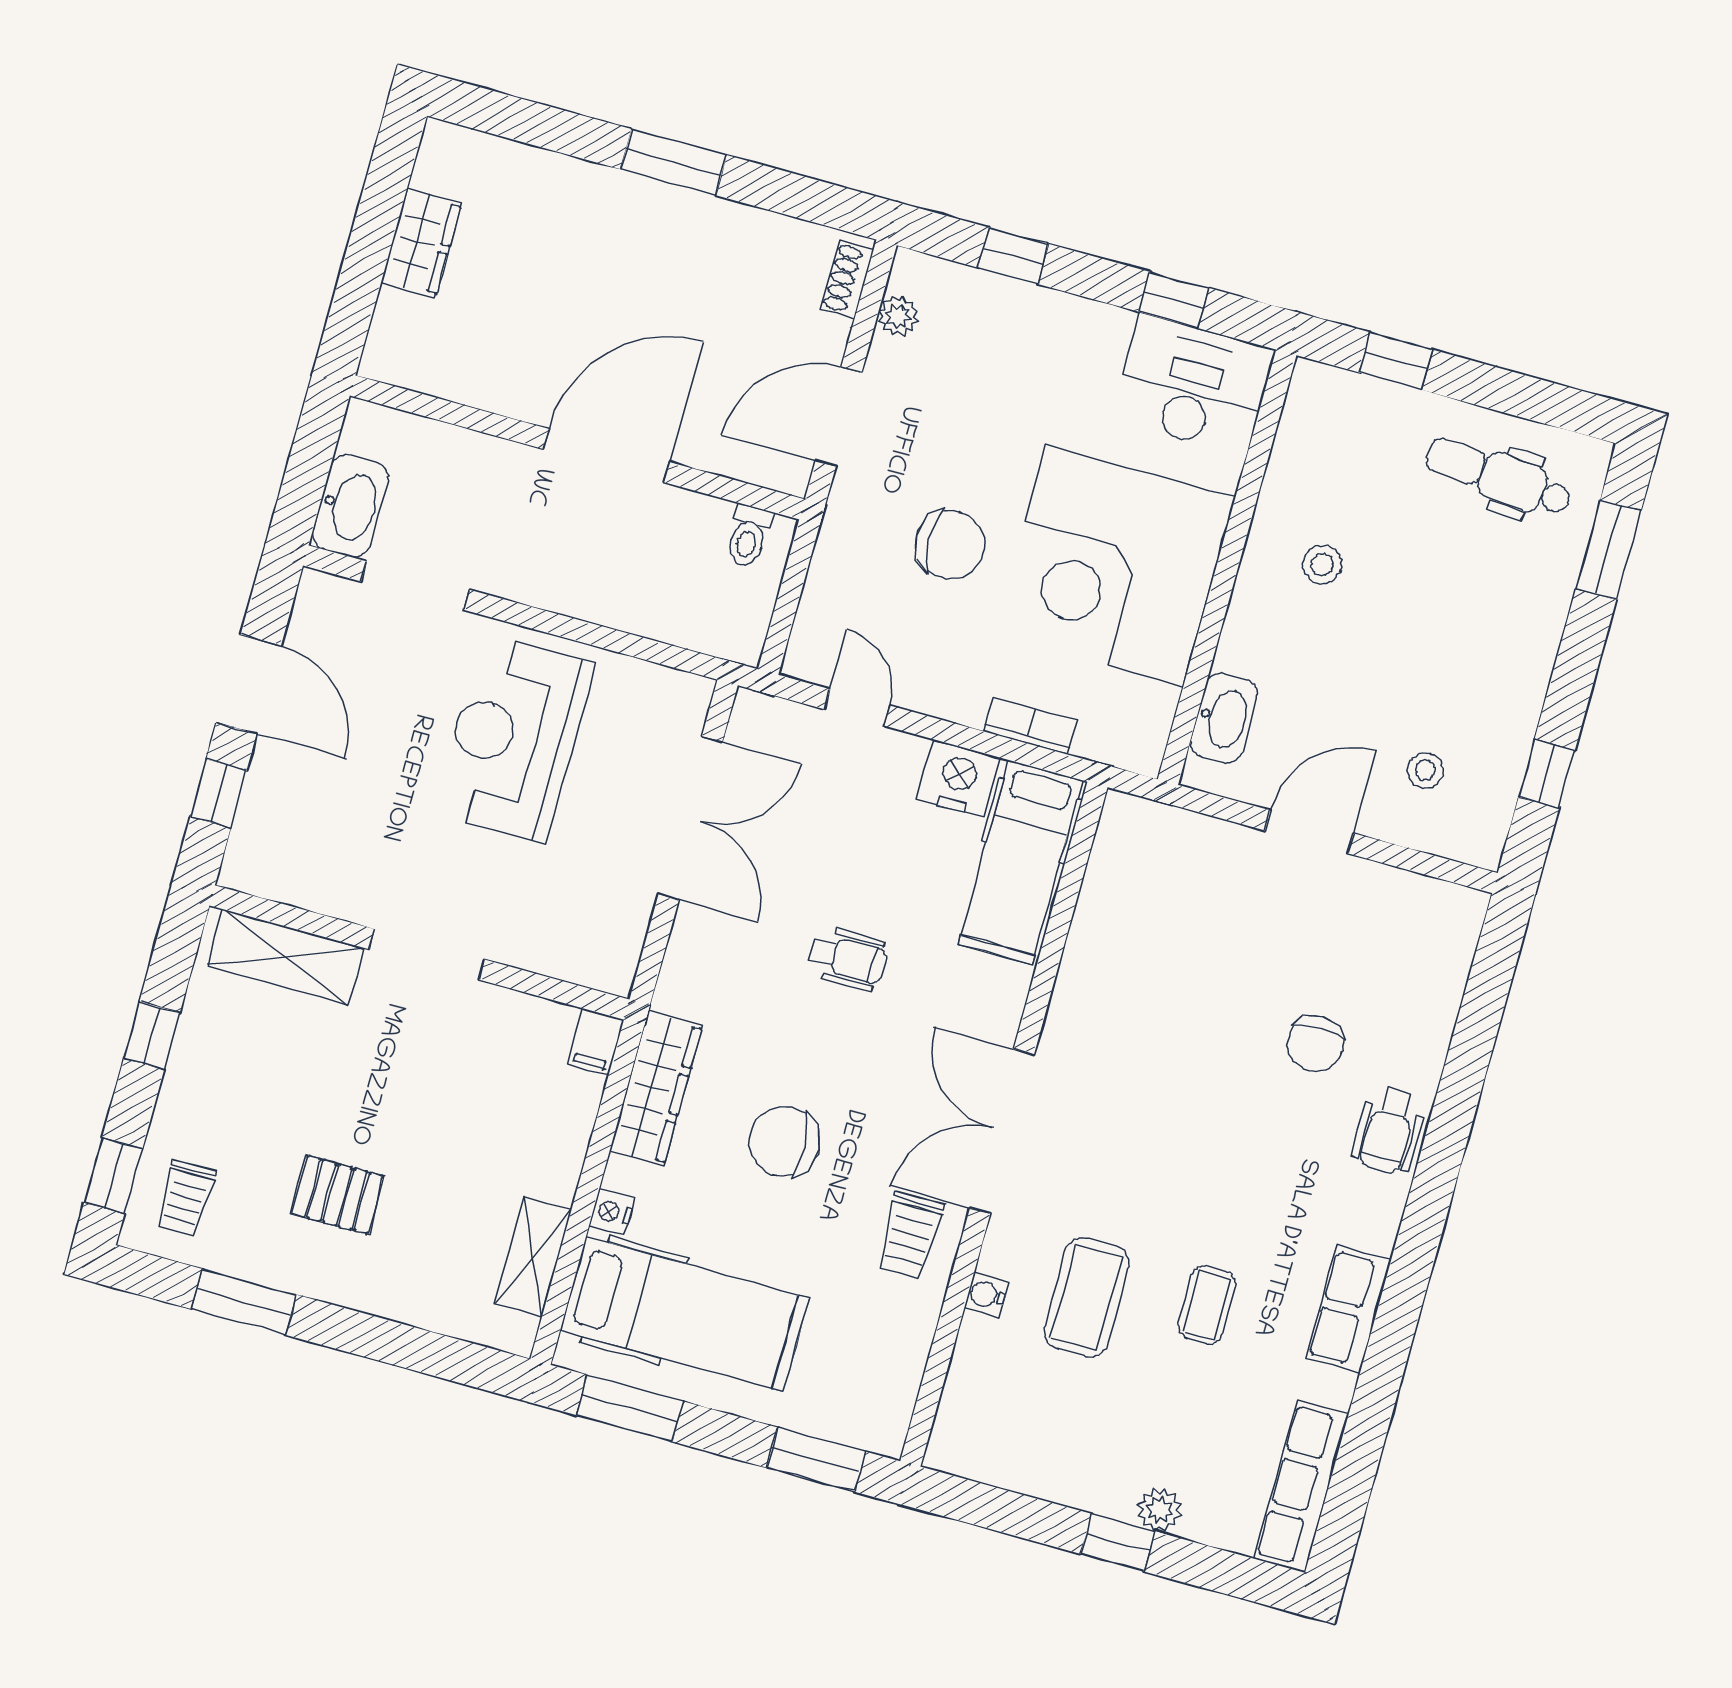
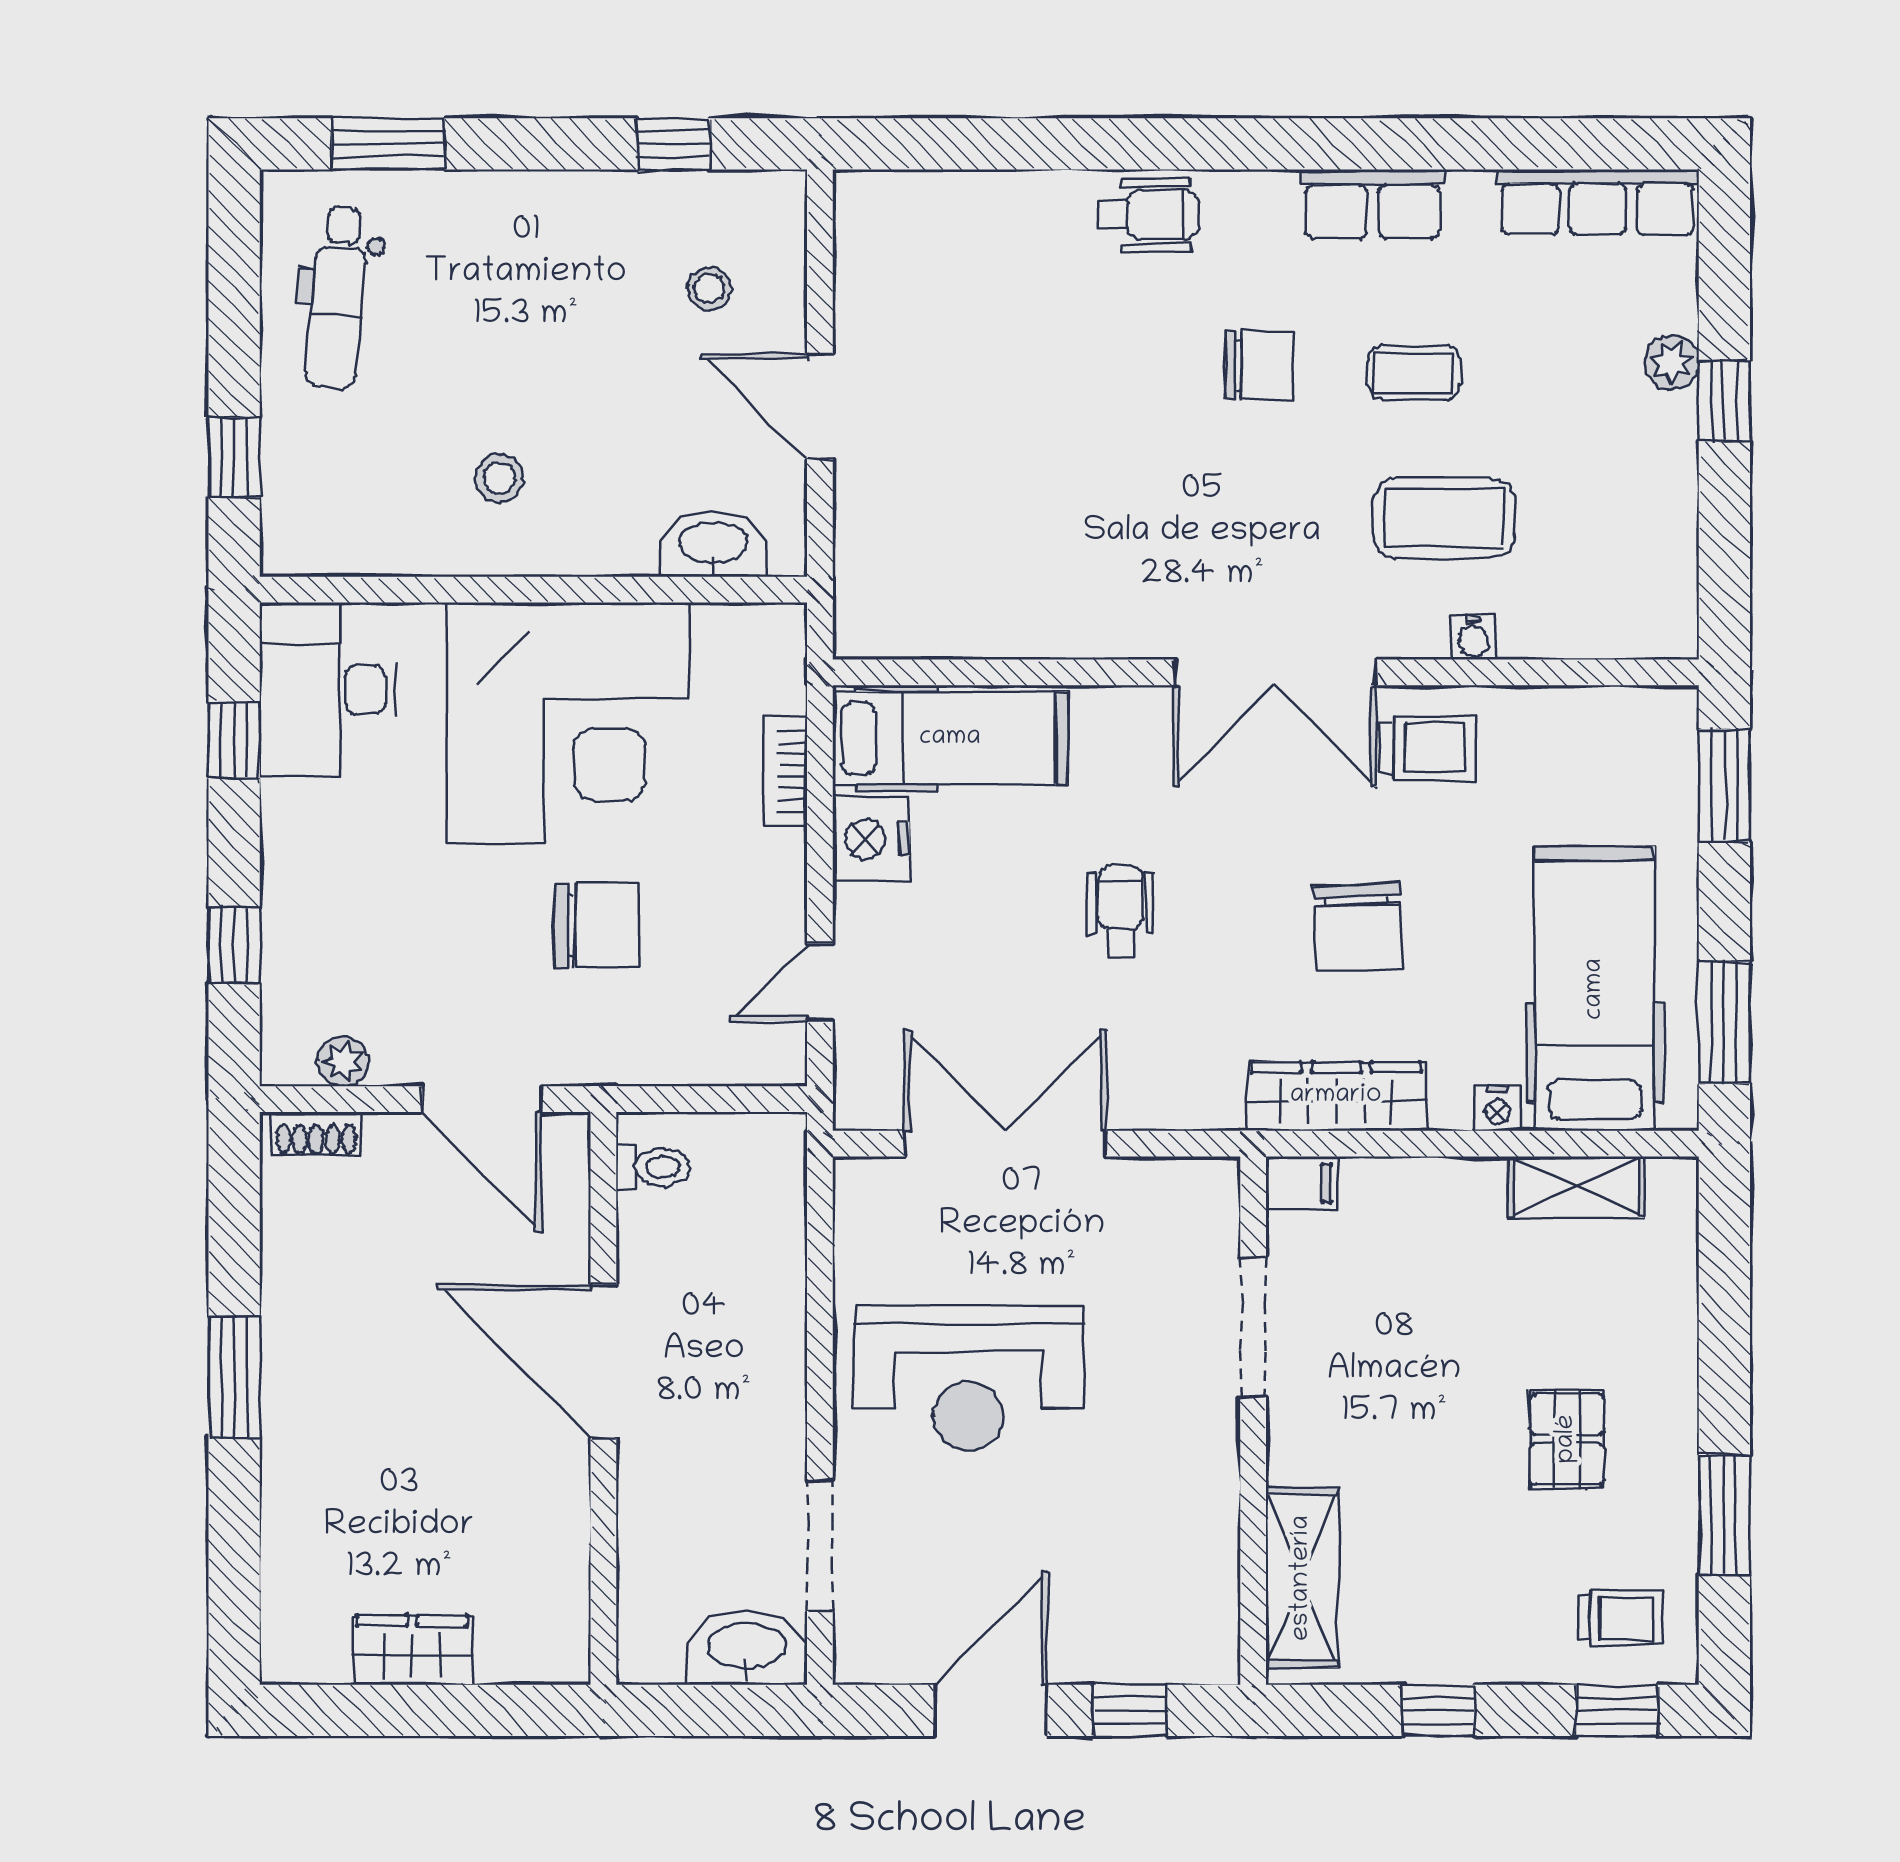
chair: (950, 545) -> (597, 925), turned 90
doorway: (427, 954) -> (1253, 1327), moved
chair: (1315, 1044) -> (1259, 365), moved

